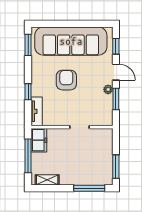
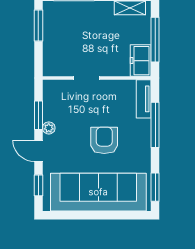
armchair: (66, 80) -> (104, 140), turned 180
window: (28, 92) -> (155, 125), width x2.17

